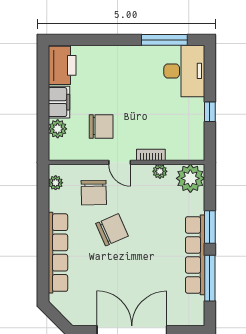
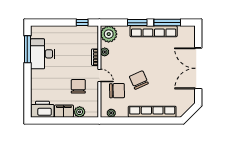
desk: (184, 71) -> (42, 54), moved, turned -90
window: (210, 112) -> (82, 23), moved
door: (120, 162) -> (99, 76), hinge flipped

